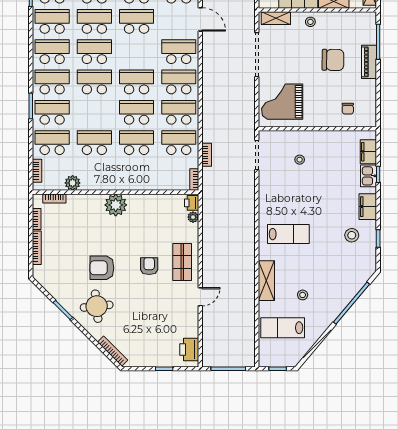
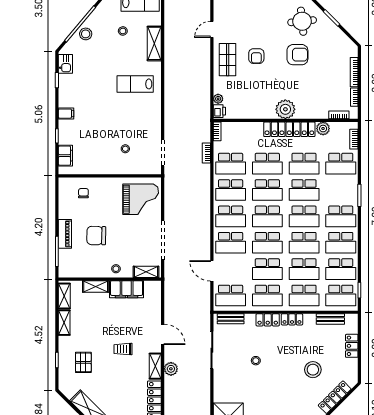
school desk: (137, 52) -> (267, 243), added
school desk: (52, 112) -> (304, 190), moved
kitchen sink: (369, 176) -> (65, 64), moved
locker: (111, 182) -> (289, 129), added
filing cabinet: (368, 207) -> (66, 114), width x0.50
stool: (352, 235) -> (86, 34), moved

